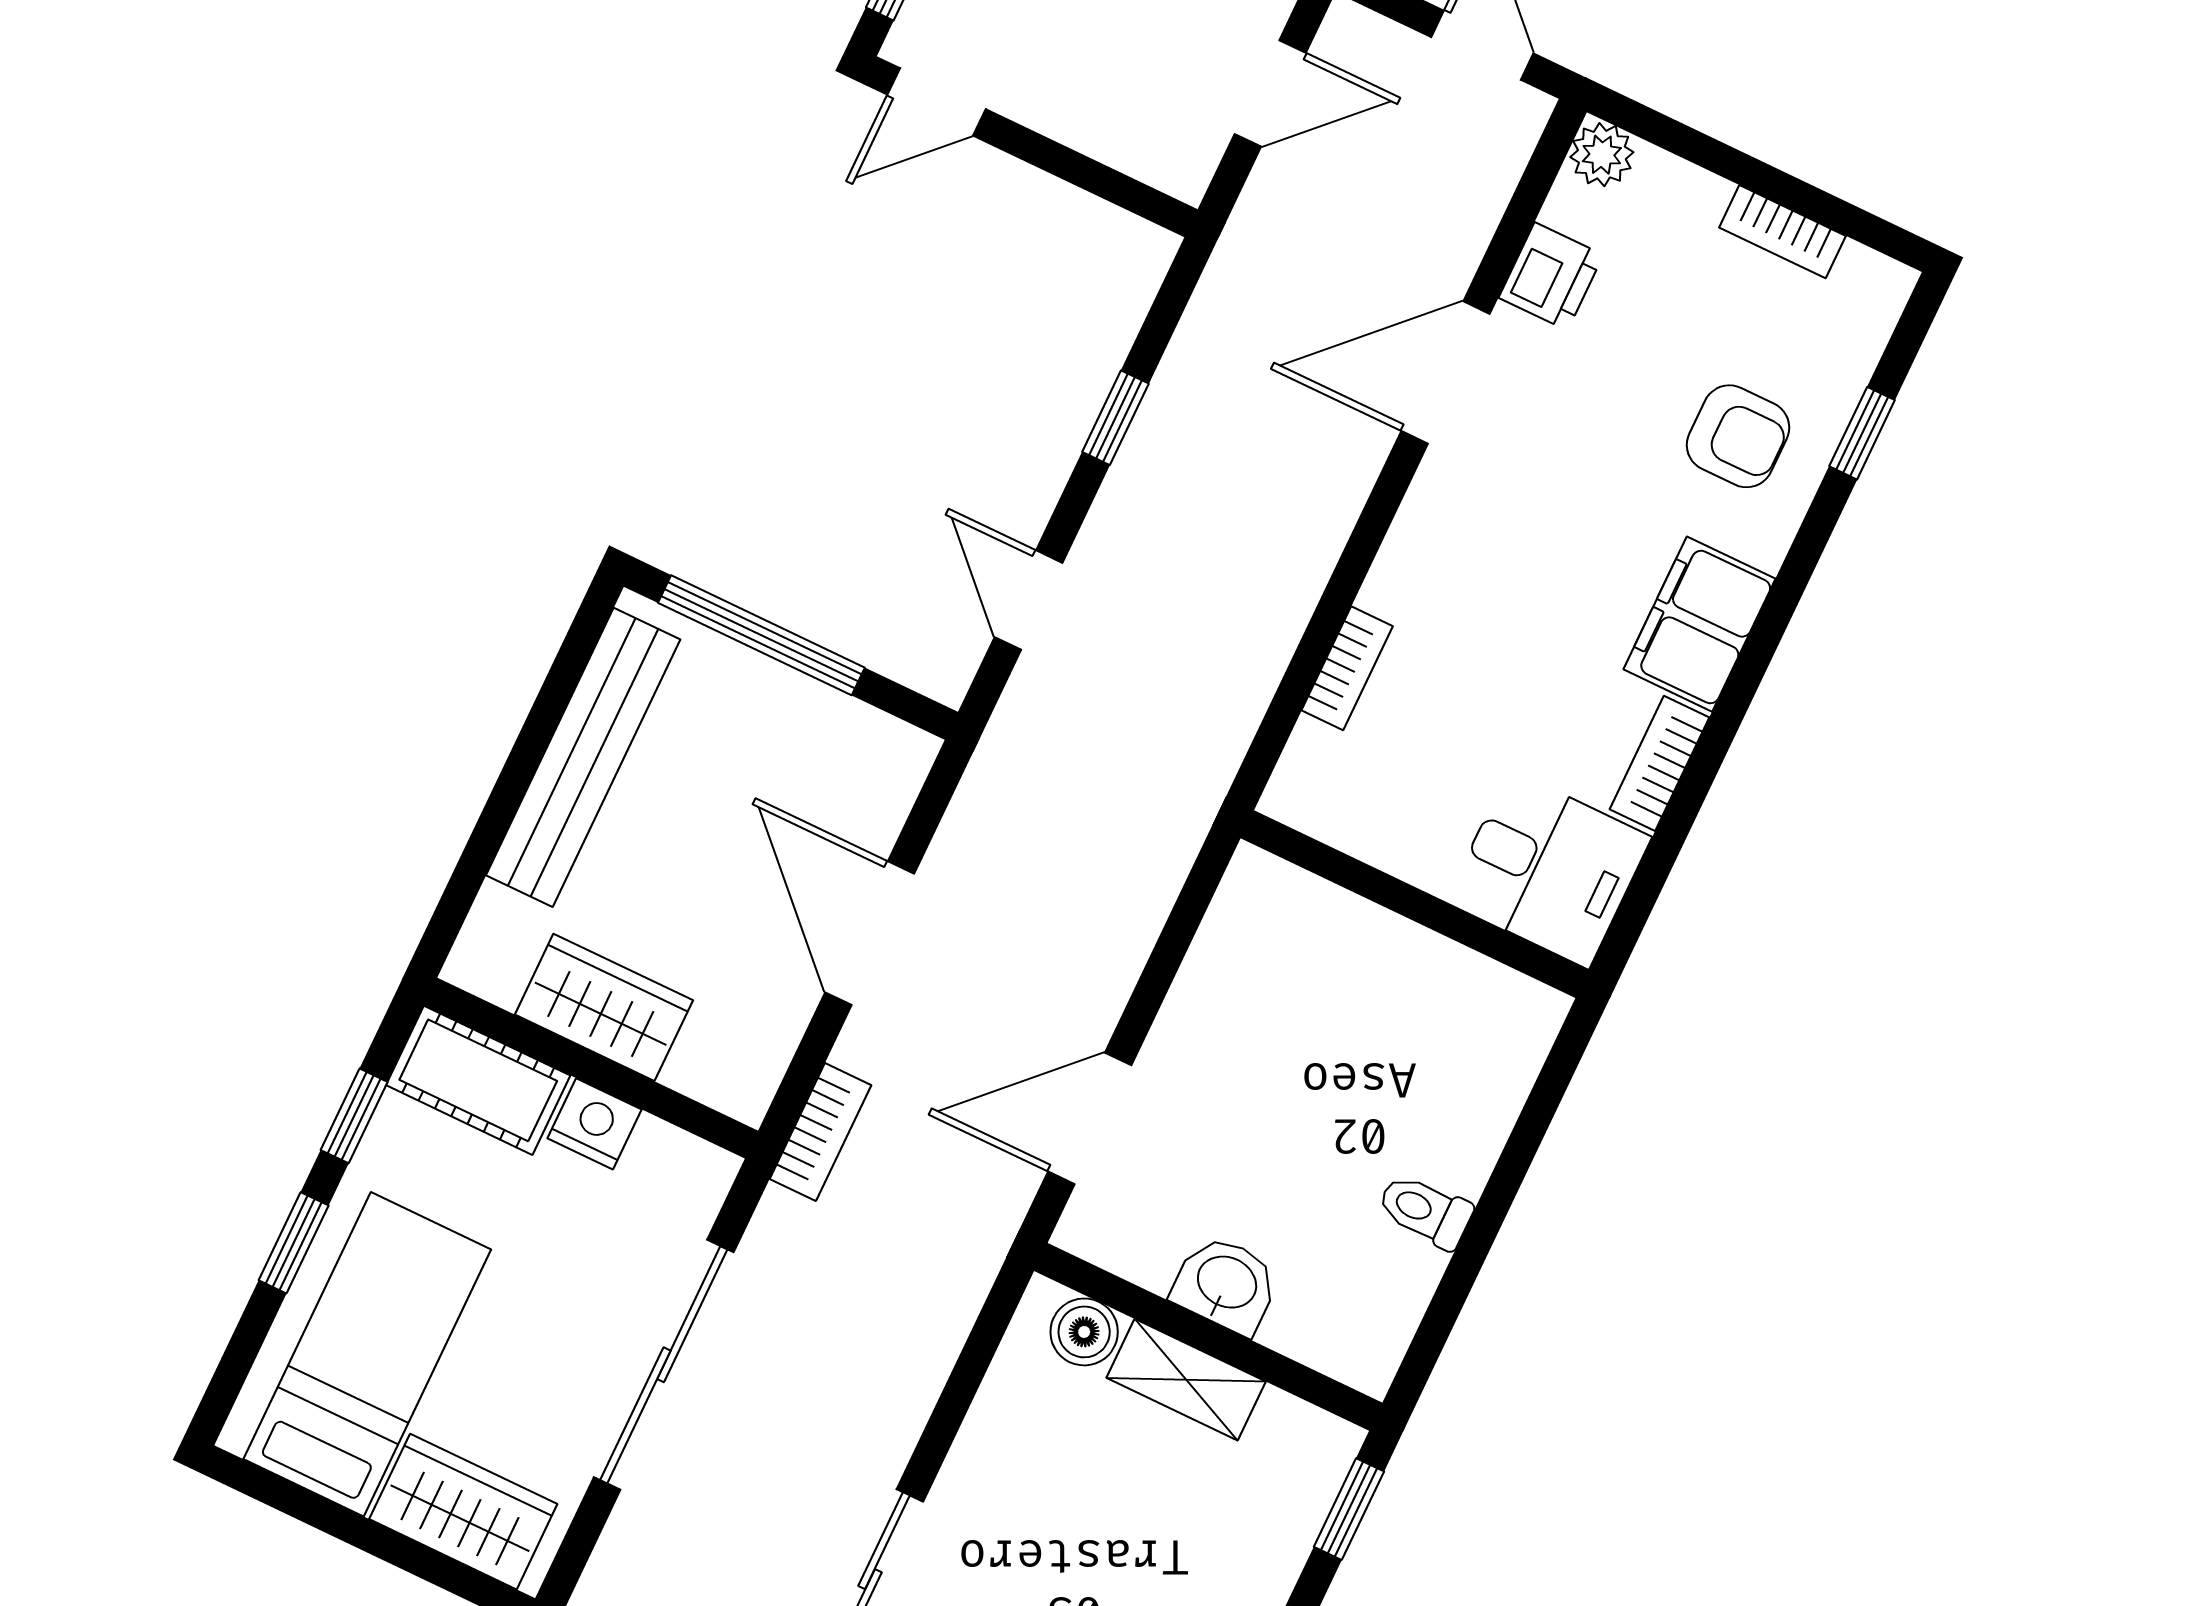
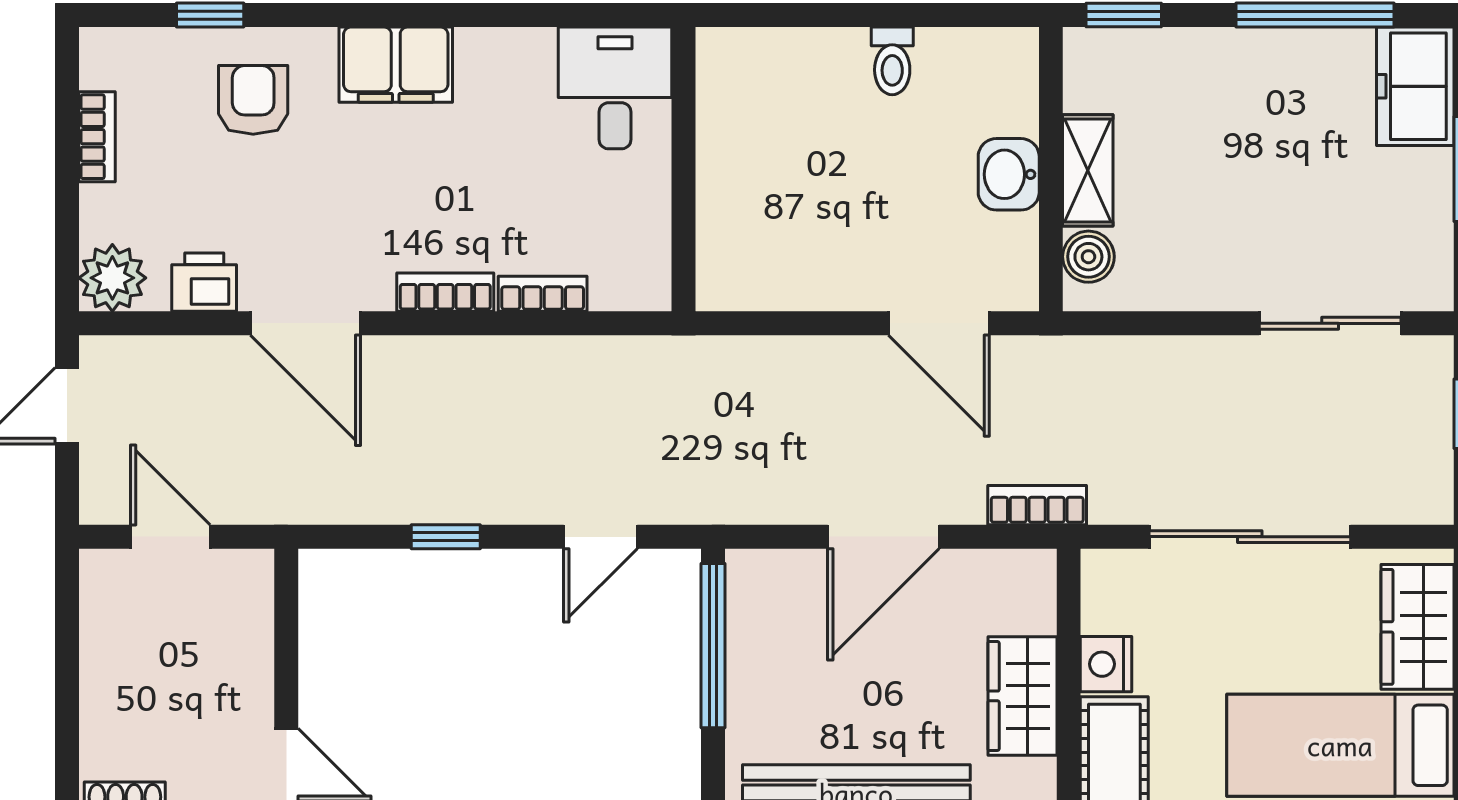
plant: (1602, 155) -> (112, 278), width x1.38, depth x1.38
window: (761, 635) -> (713, 646), moved
bookcase: (1660, 763) -> (445, 292), moved, turned 180

